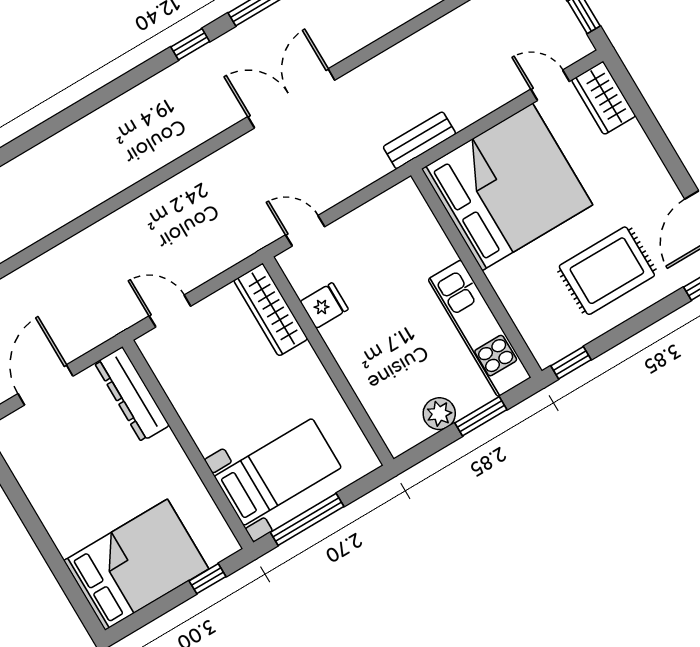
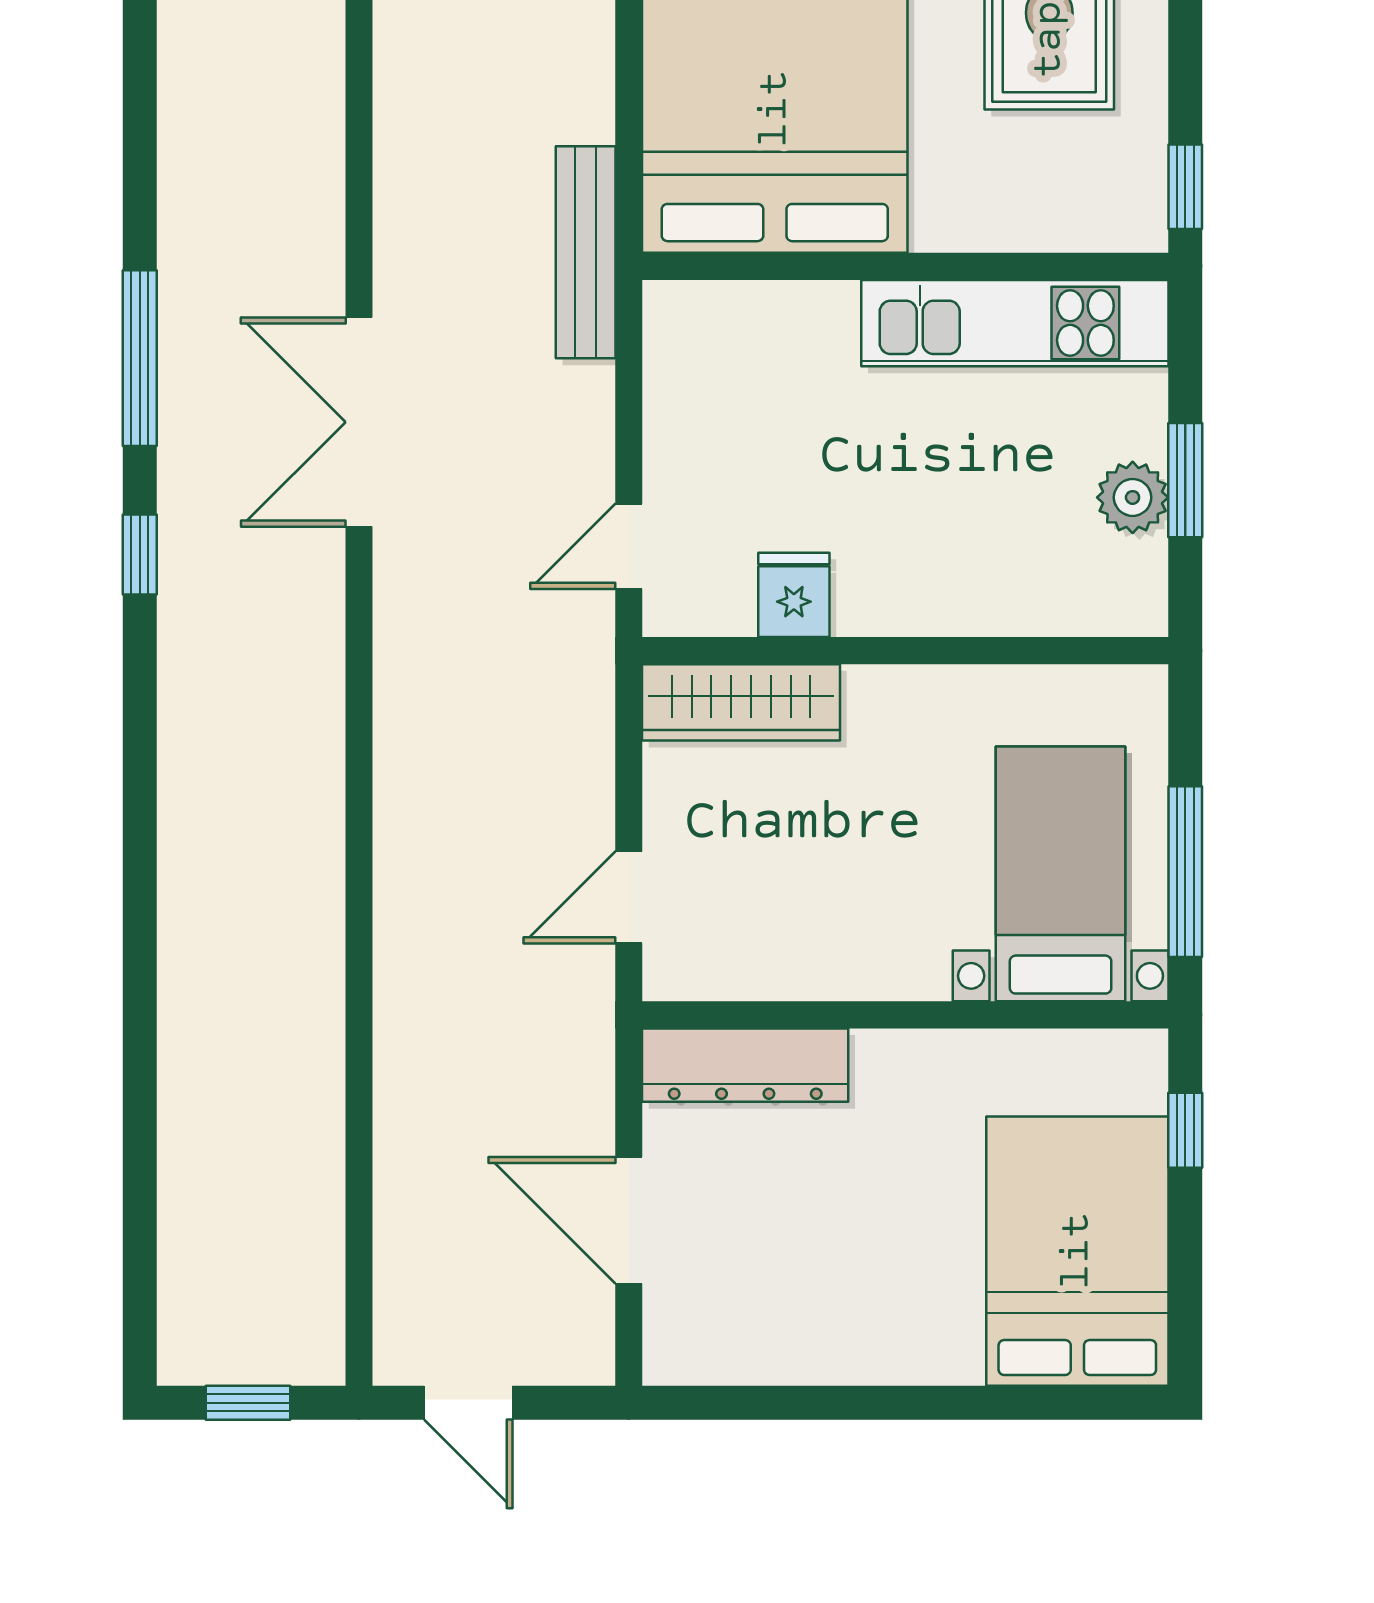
bench: (419, 140) -> (586, 252), width x1.36
window: (481, 416) -> (1185, 480), moved

